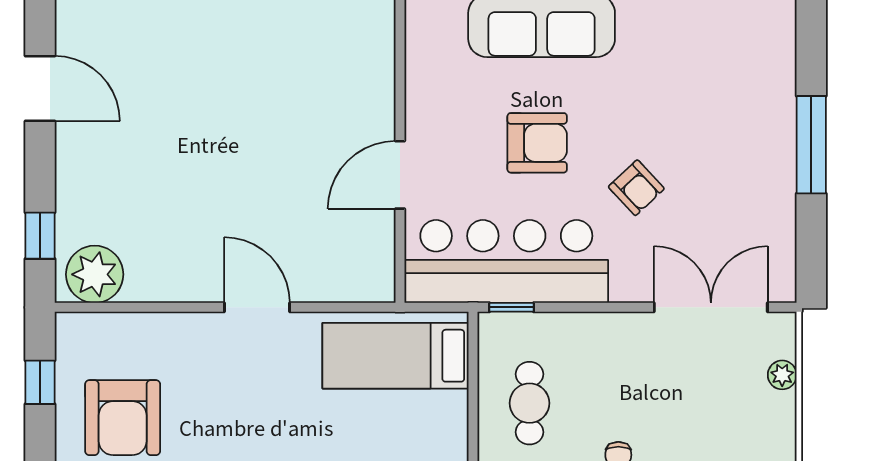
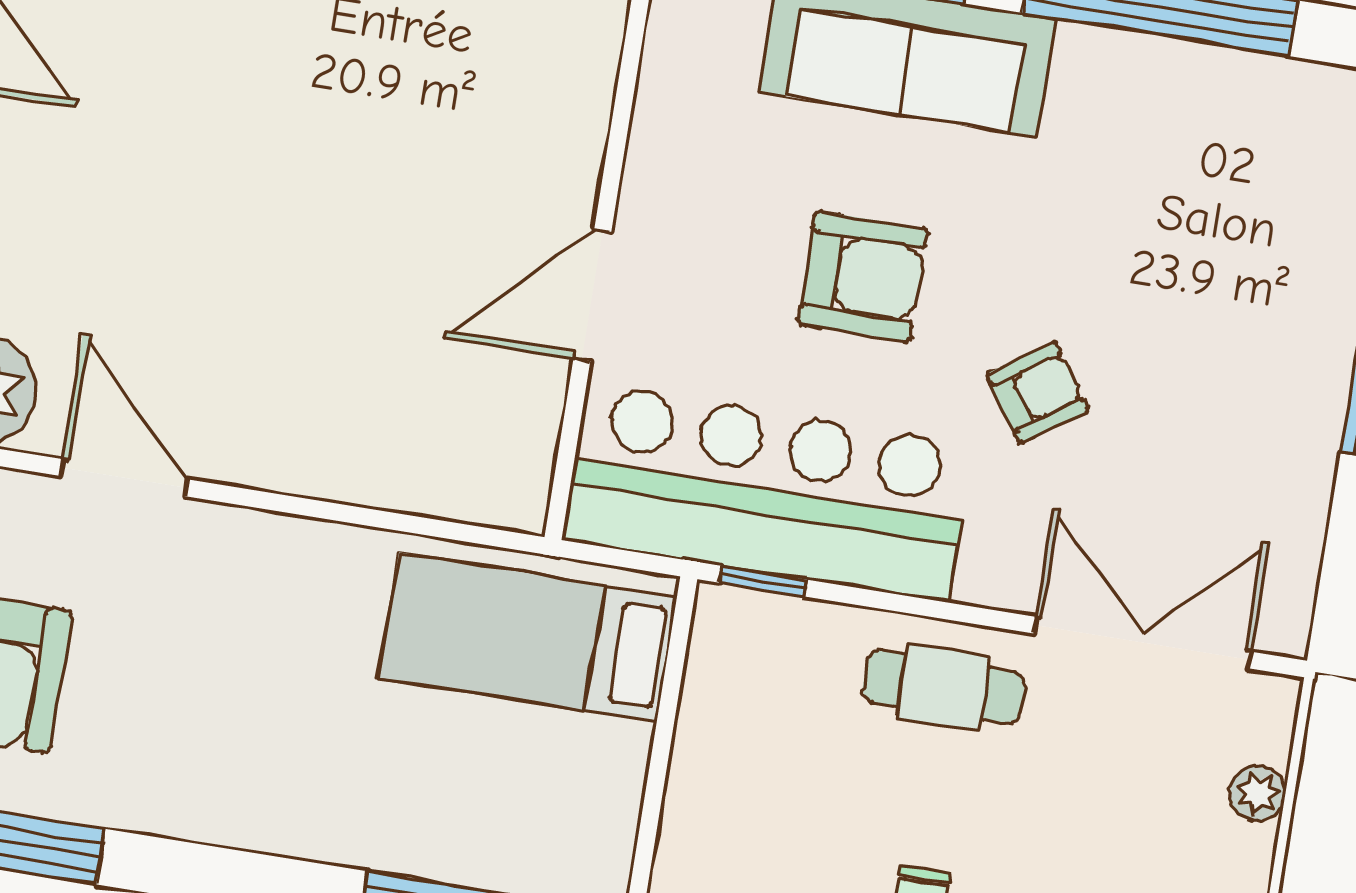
armchair: (636, 188) -> (1038, 392), turned -82
door: (257, 307) -> (124, 478), moved
cafe table: (529, 403) -> (943, 687), moved, turned 90

